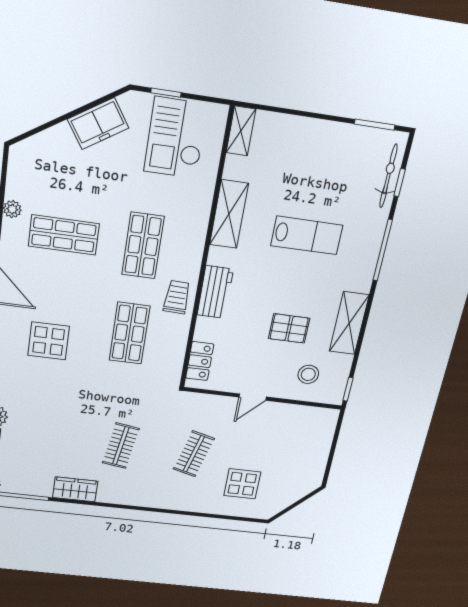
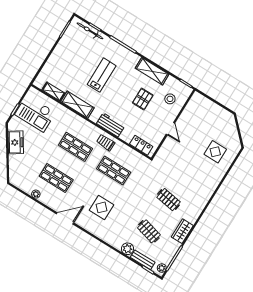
shelving: (241, 131) -> (53, 92), moved
shop shelf: (64, 235) -> (56, 178), turned 90
clothes rail: (194, 454) -> (149, 231), moved

